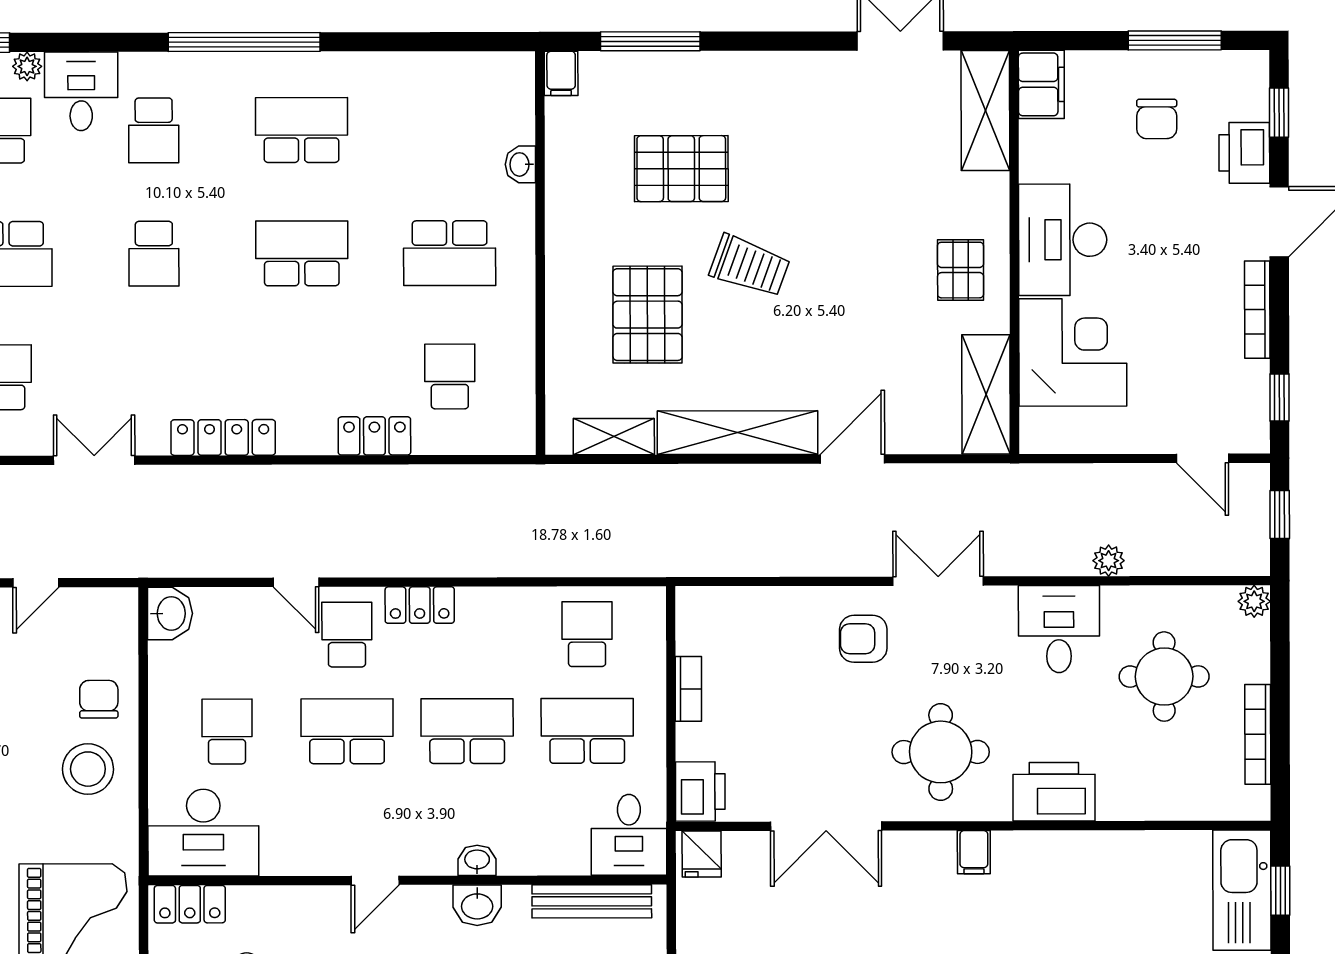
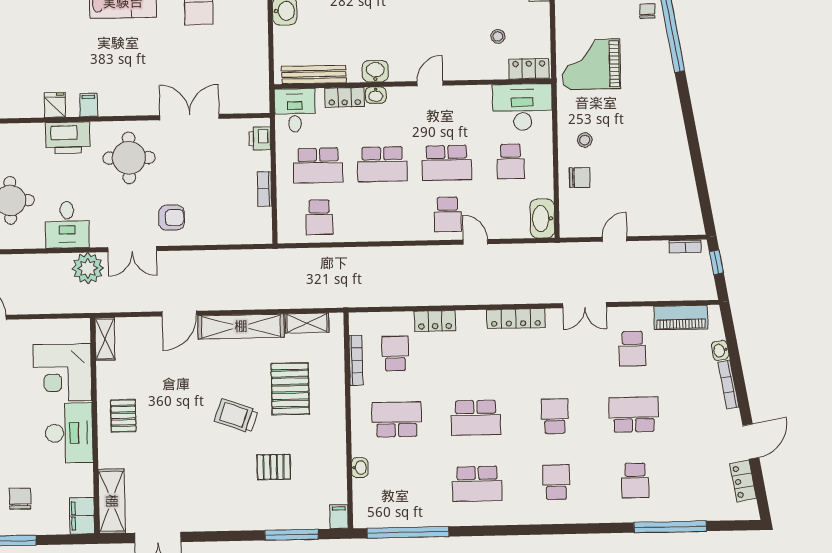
window: (244, 42) -> (408, 532), moved
plant: (27, 66) -> (624, 515), removed
desk: (81, 91) -> (595, 502), removed
pallet: (681, 169) -> (274, 467), width x0.67, depth x0.71
bookcase: (524, 365) -> (356, 360), added
school desk: (450, 377) -> (395, 354), turned 180
shelving: (986, 394) -> (105, 339), width x0.67, depth x0.75
plant: (1109, 561) -> (88, 268), moved, width x1.87, depth x1.87
locker: (420, 605) -> (345, 97), moved, turned 180
washbasin: (170, 613) -> (542, 219), width x1.38
chair: (99, 699) -> (580, 177), turned -90
stool: (88, 769) -> (585, 140), width x0.53, depth x0.53
printer: (700, 791) -> (260, 138), width x0.73, depth x0.81
filing cabinet: (974, 852) -> (89, 105), moved
fridge: (702, 854) -> (55, 105), moved

